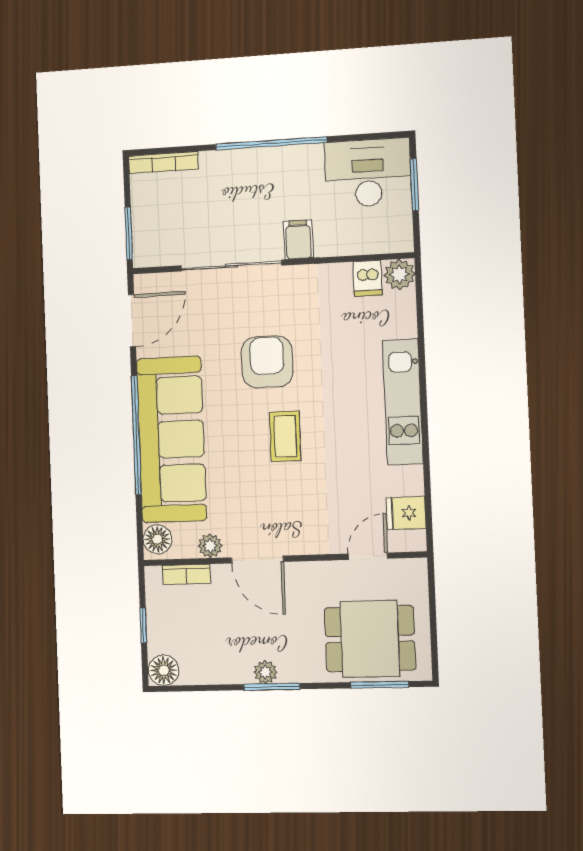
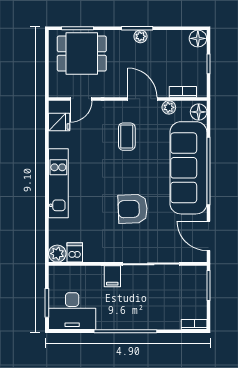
bookcase: (163, 163) -> (194, 324), width x0.64
door: (132, 321) -> (208, 236), hinge flipped
armchair: (267, 362) -> (133, 209), turned 88
coffee table: (285, 436) -> (127, 137), moved

